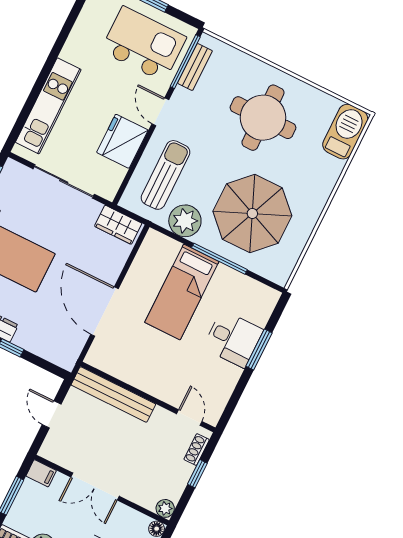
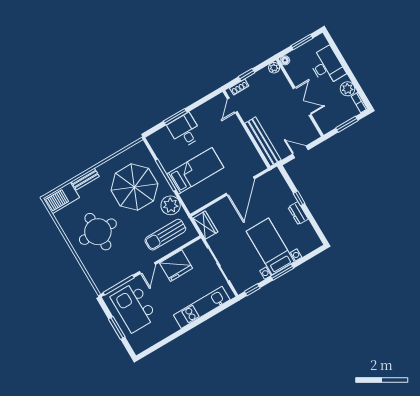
bench: (195, 67) -> (85, 179), moved
door: (52, 414) -> (300, 152), swing flipped
filing cabinet: (41, 473) -> (325, 126), removed

